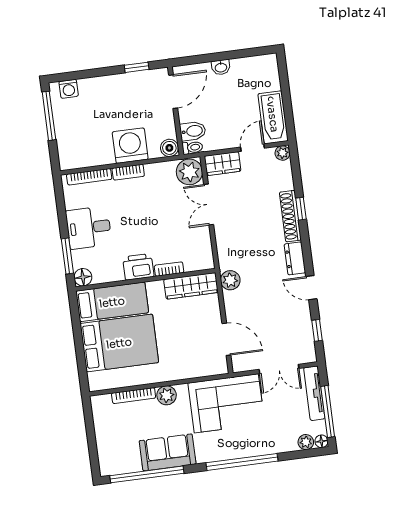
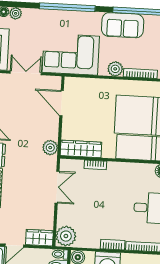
double door: (209, 205) -> (57, 187), moved
printer: (138, 267) -> (118, 171), removed

